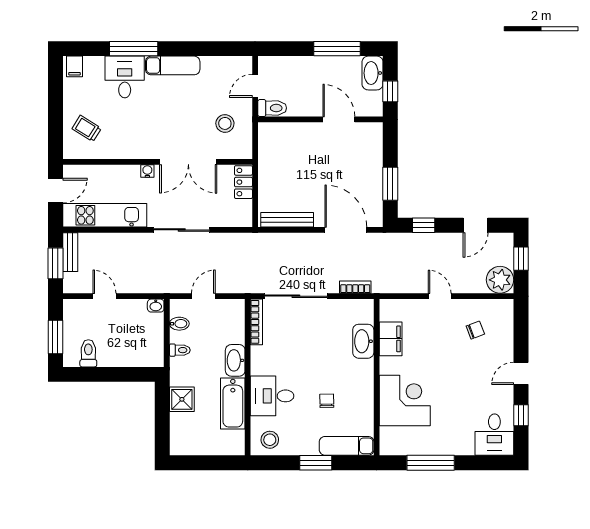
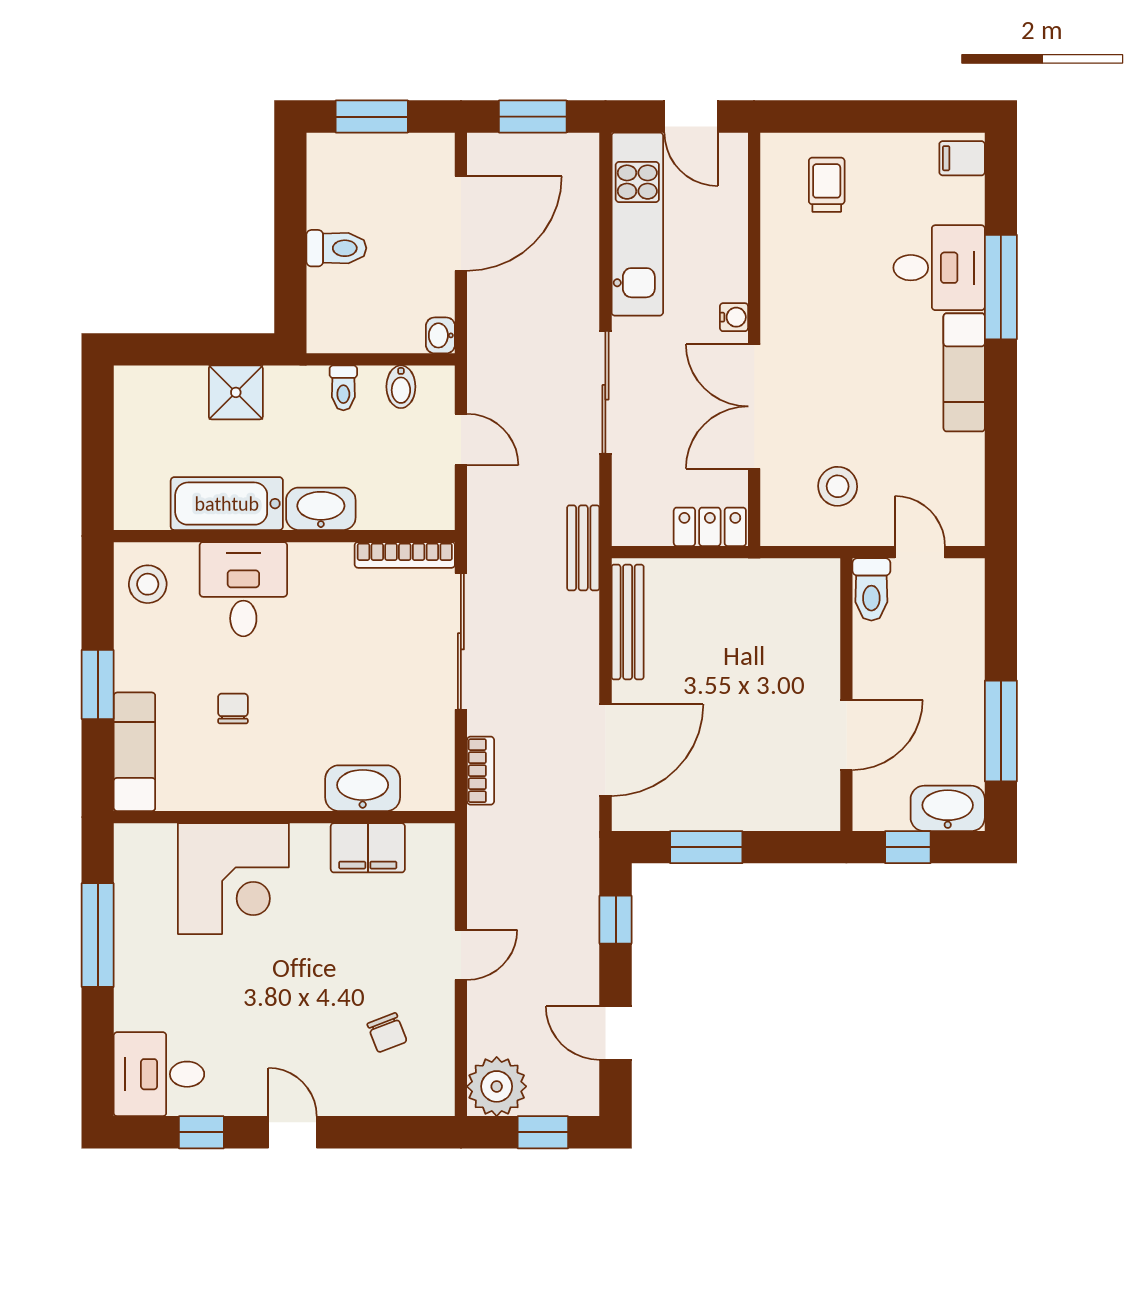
trolley: (87, 129) -> (827, 185), turned -32
bench: (70, 252) -> (583, 548), moved, turned 90
door: (104, 296) -> (461, 224), width x1.87
toilet: (88, 353) -> (336, 248), moved
chair: (327, 401) -> (233, 708), turned -89

